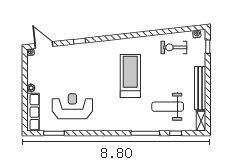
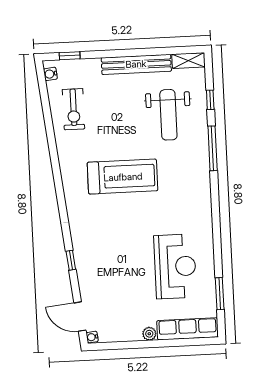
door: (44, 45) -> (80, 317), hinge flipped
treadmill: (130, 76) -> (123, 177), turned 180
reception desk: (72, 106) -> (175, 266), turned 180

